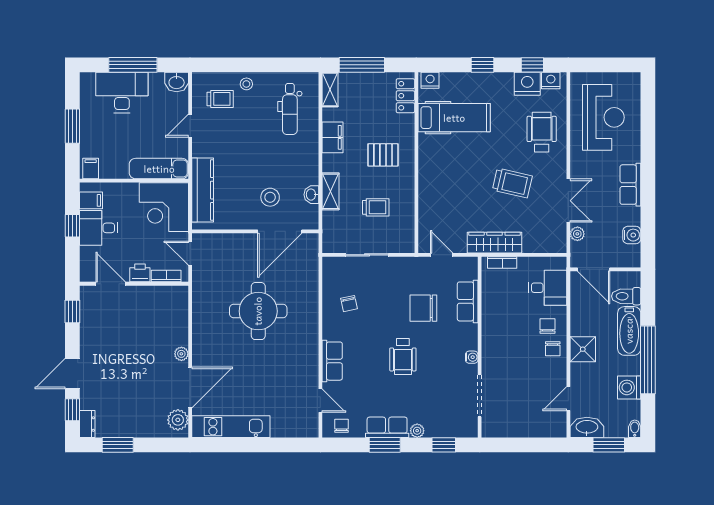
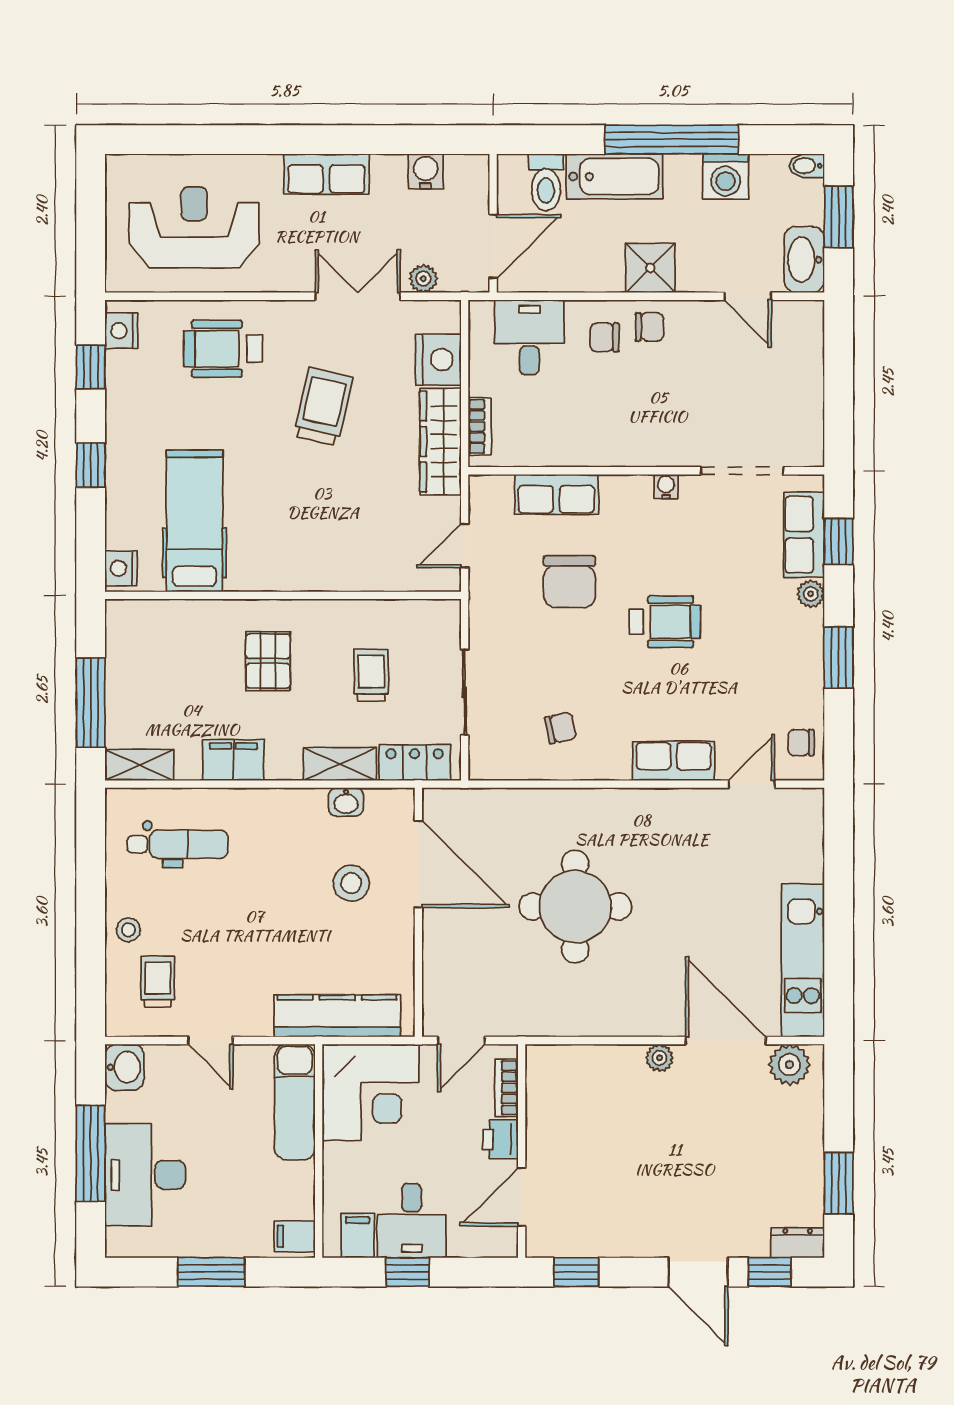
nightstand: (527, 84) -> (438, 360), moved, turned 180
locker: (405, 96) -> (415, 763), moved, turned 180
row of seats: (387, 427) -> (804, 535), moved

